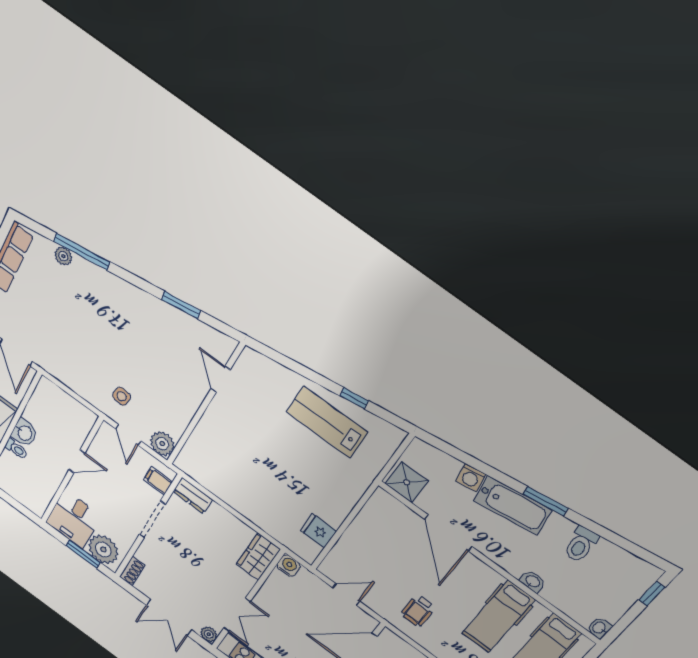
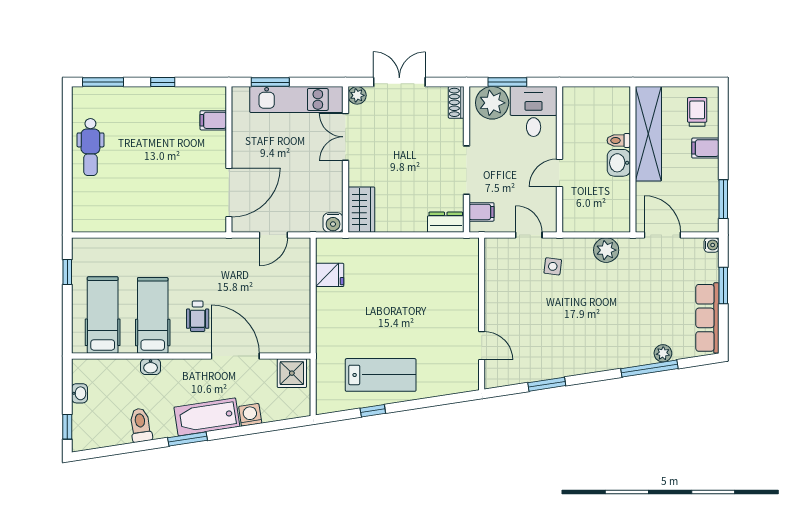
plant: (162, 444) -> (606, 250), moved
wheelchair: (418, 611) -> (198, 316), moved, turned 180
washbasin: (599, 628) -> (79, 393), moved

